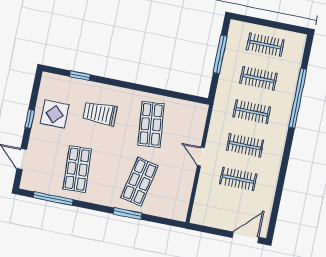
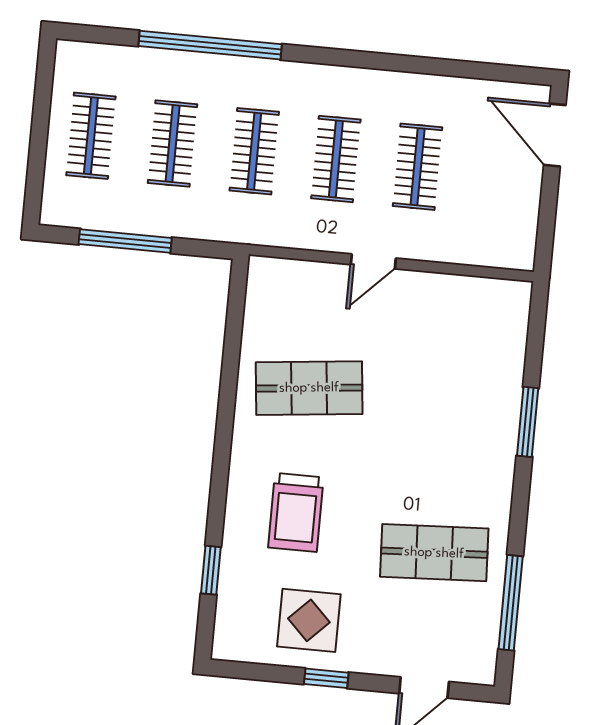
shop shelf: (139, 182) -> (449, 401), removed

